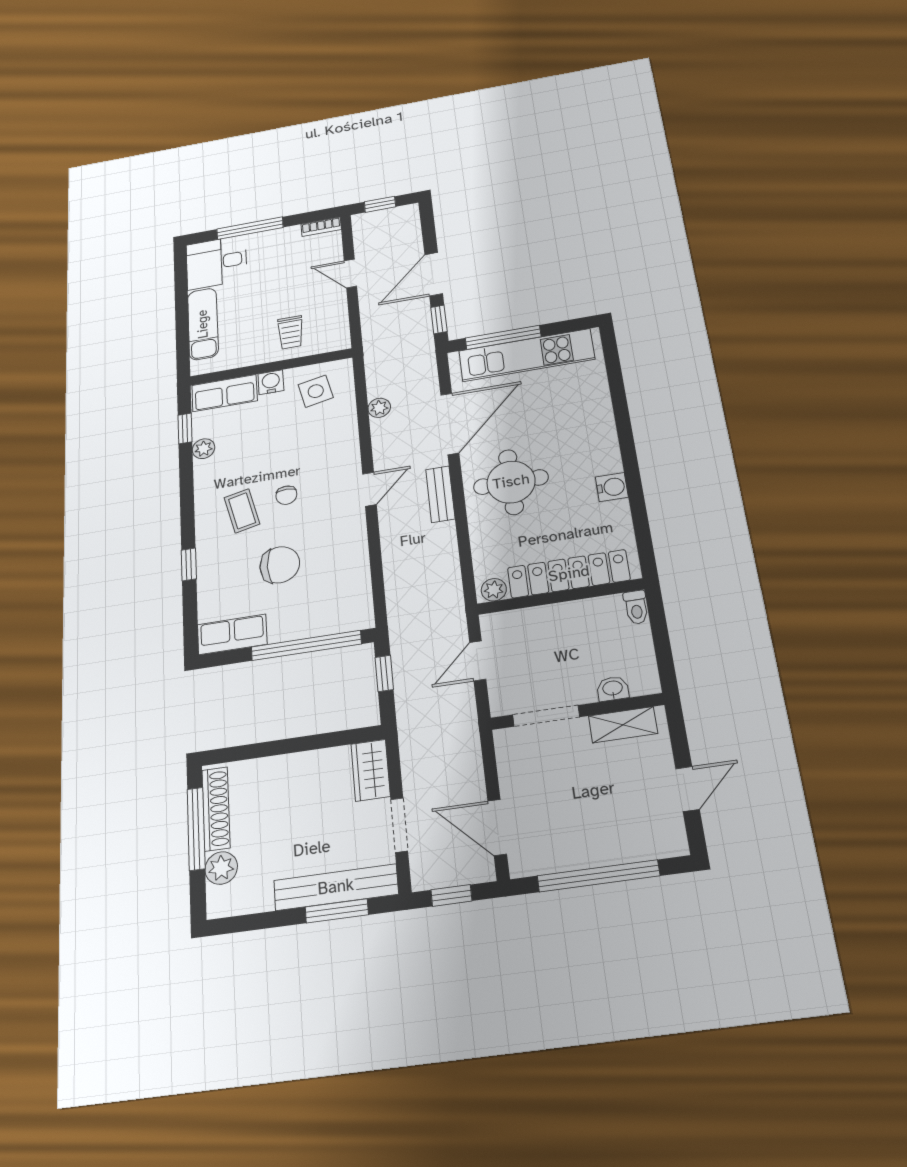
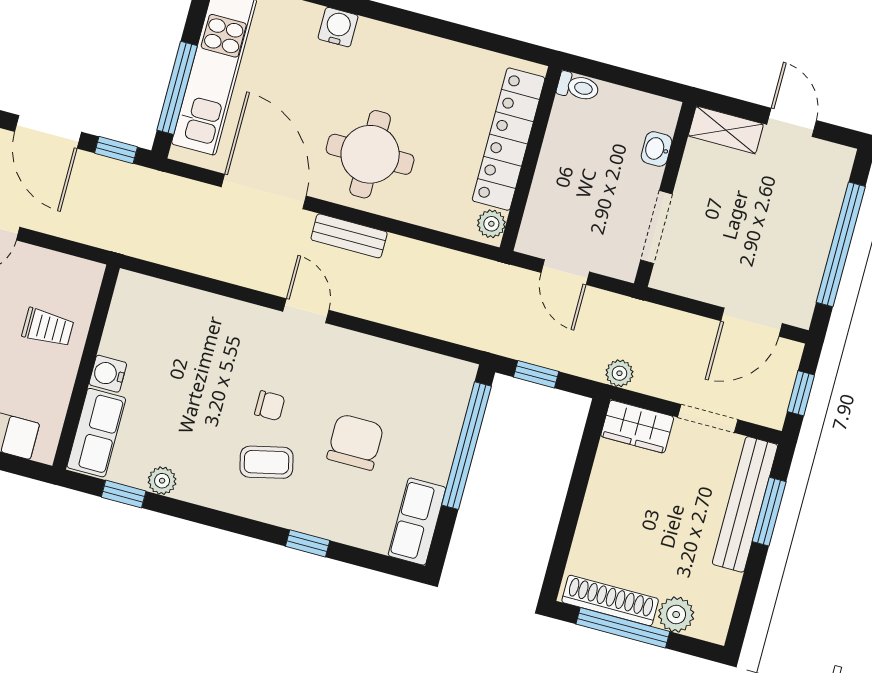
side table: (316, 391) -> (146, 326), removed
plant: (379, 408) -> (619, 373), moved
water cooler: (612, 487) -> (338, 27), moved
shelving: (623, 725) -> (726, 130), moved, turned 90

